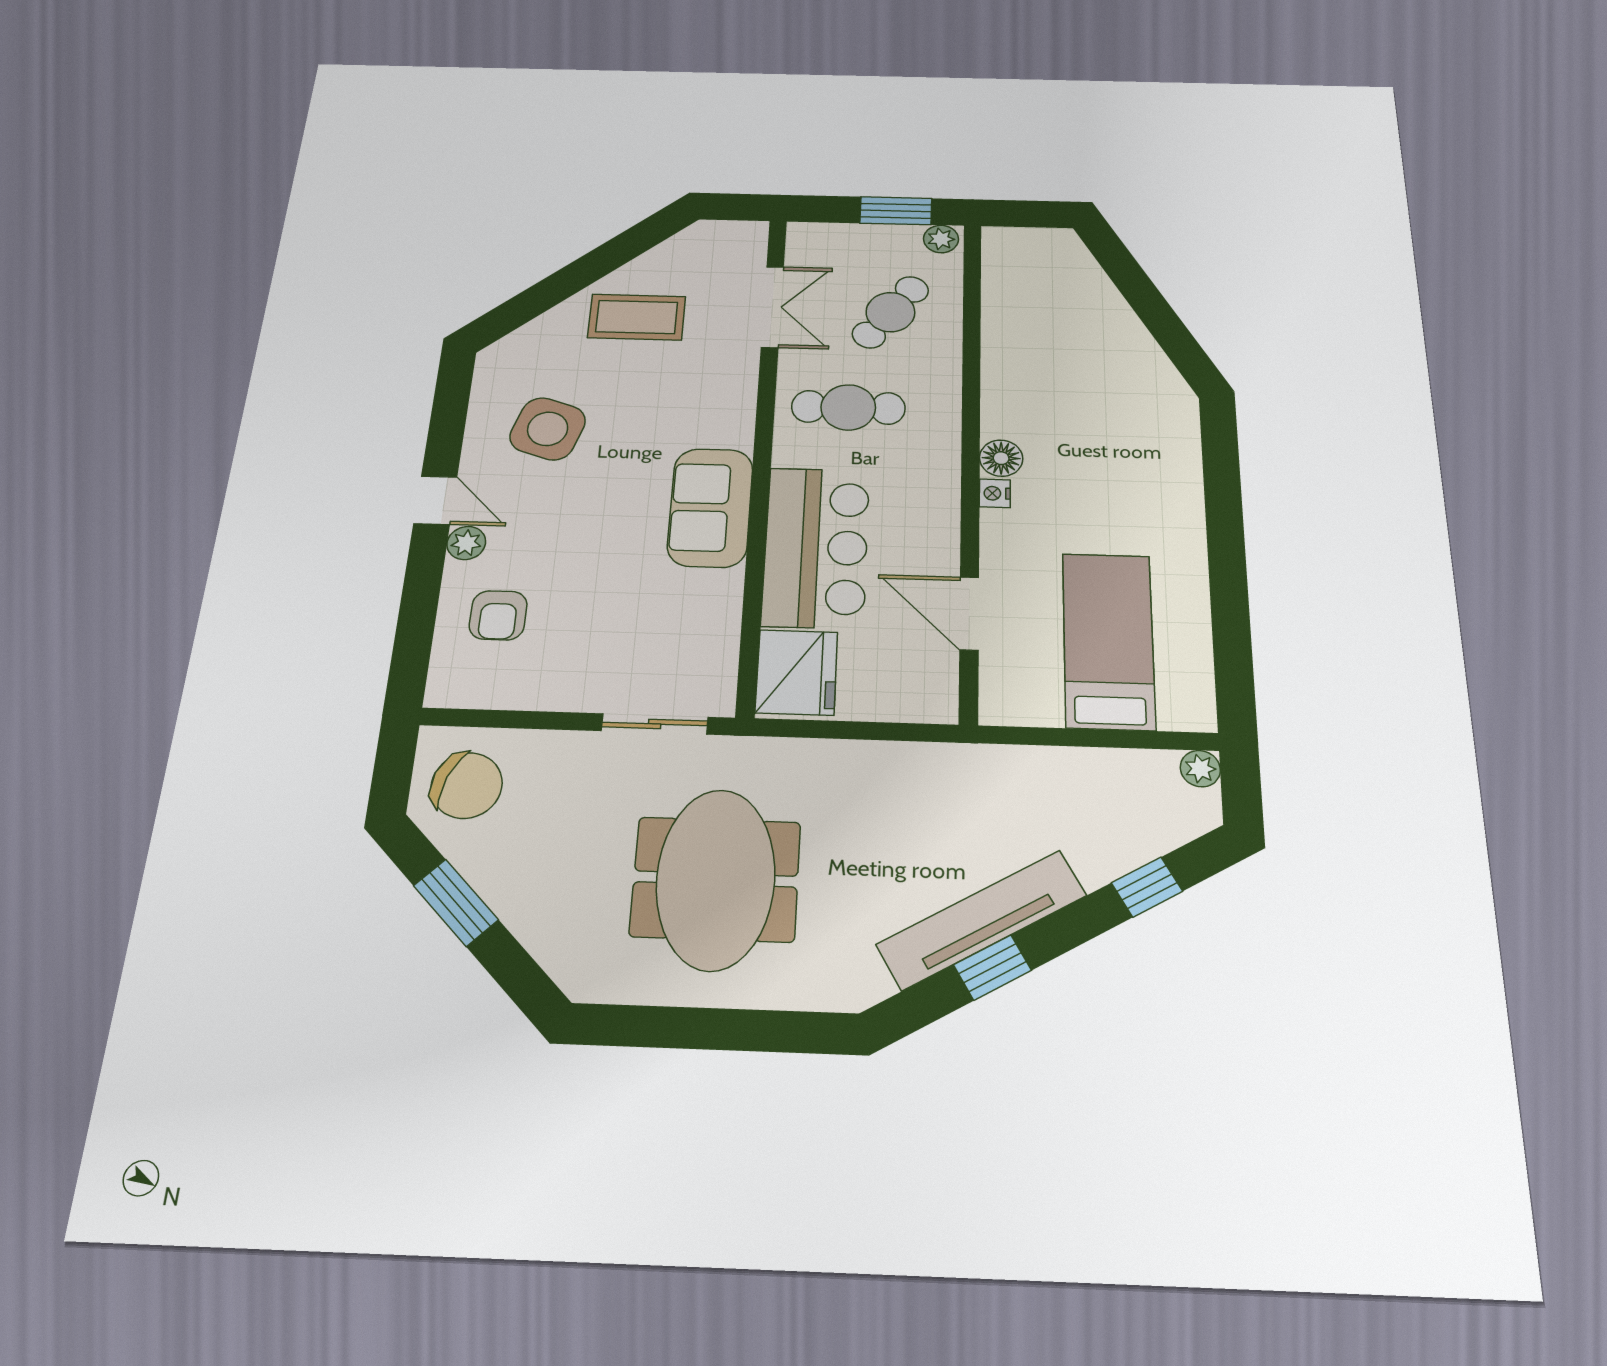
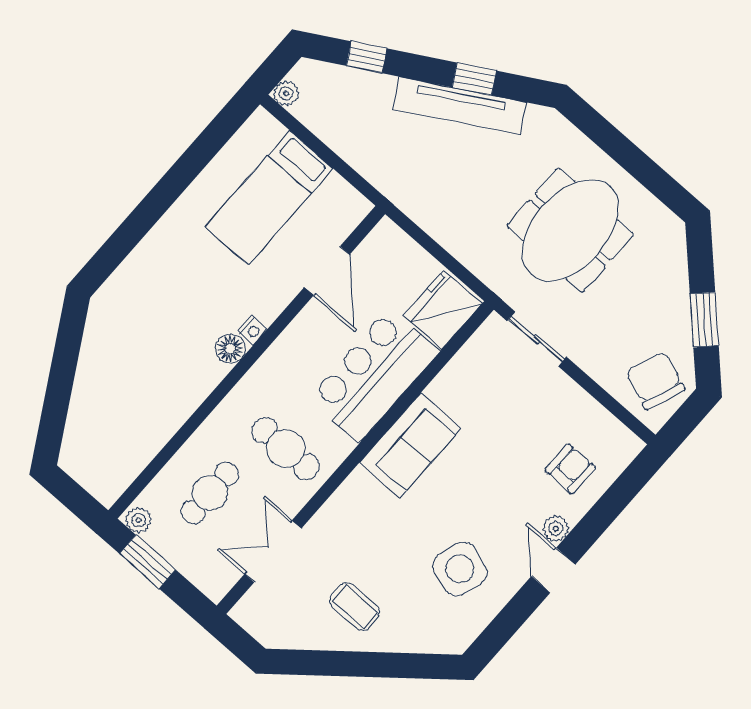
cafe table: (890, 312) -> (210, 493), turned -36
coffee table: (637, 317) -> (355, 607), width x0.73, depth x0.77

